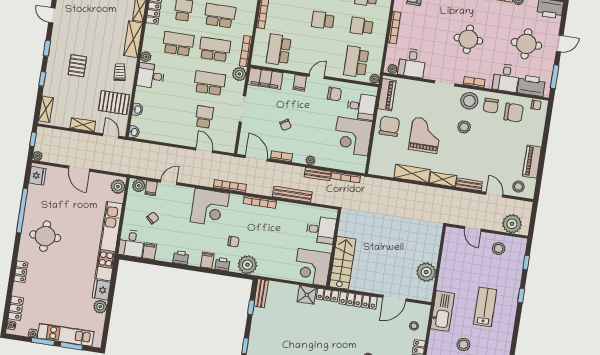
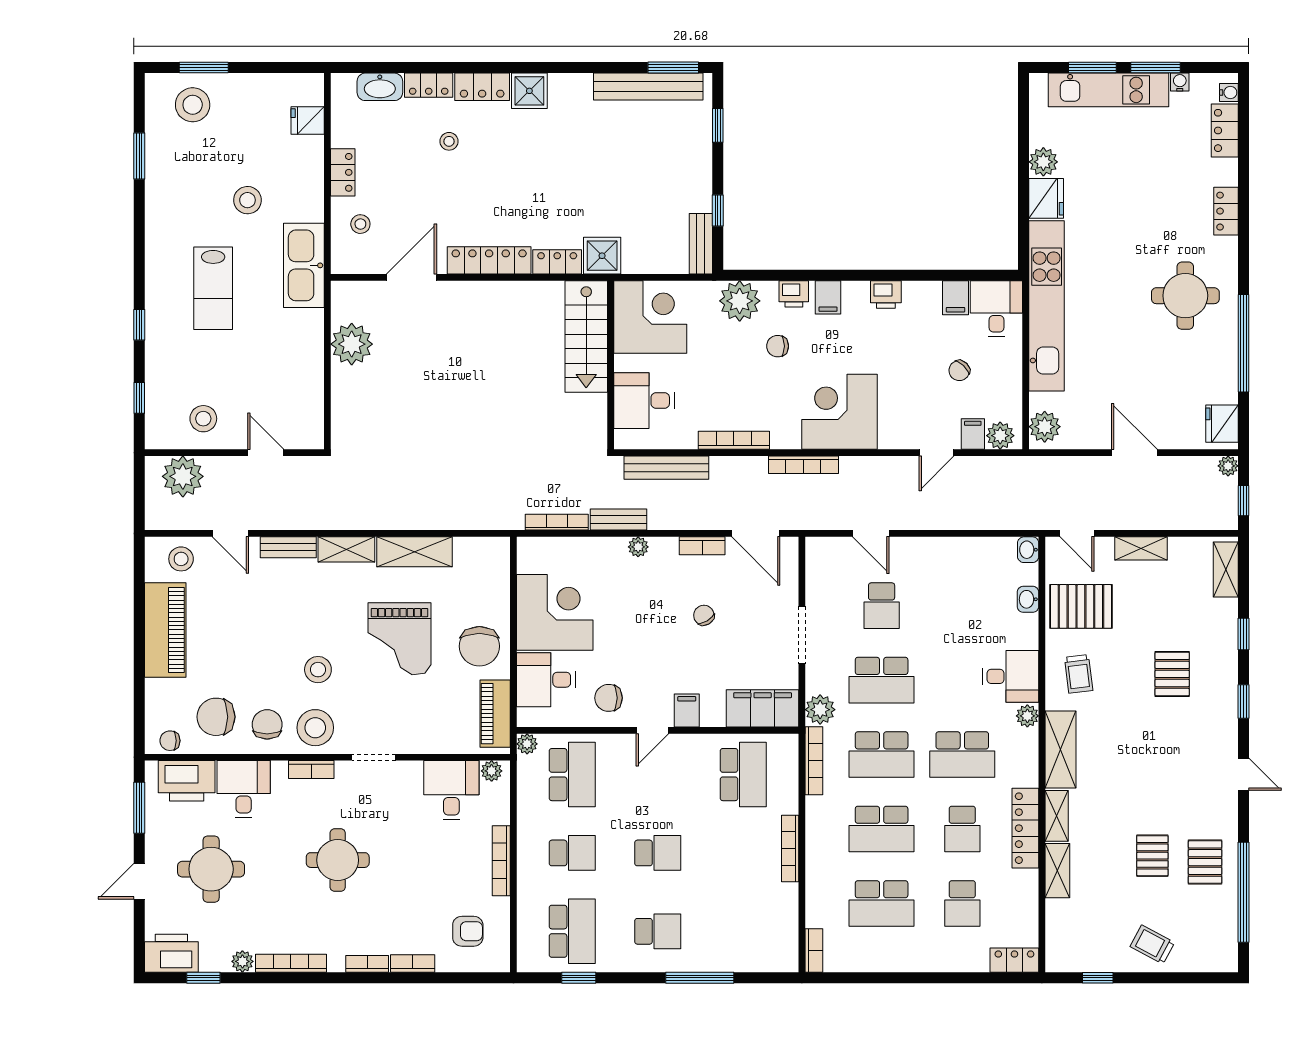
piano: (532, 162) -> (165, 630), width x1.37, depth x1.33
desk: (321, 230) -> (644, 401), moved
wall: (334, 248) -> (611, 365), moved
stairs: (343, 263) -> (586, 336), moved
corner desk: (312, 267) -> (650, 317), moved

